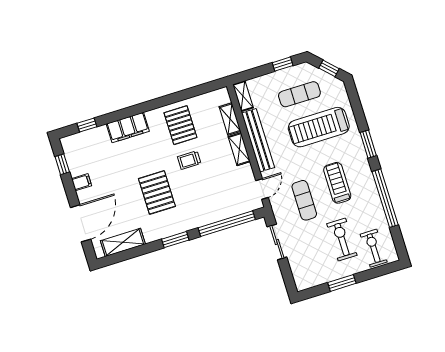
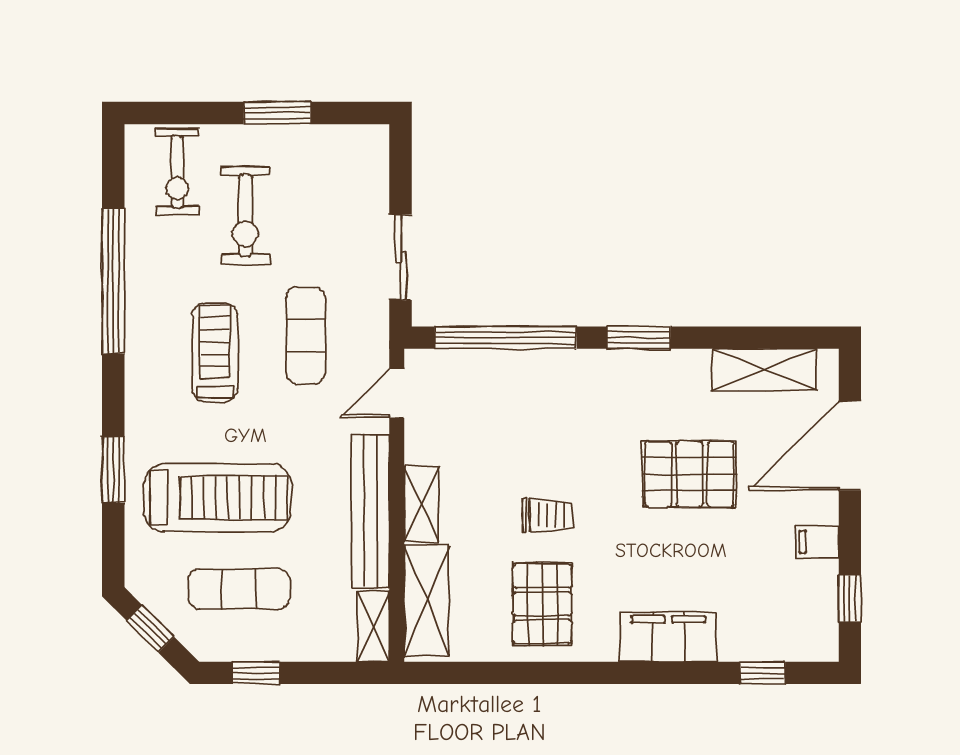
shelving: (230, 119) -> (427, 601), width x1.50, depth x1.33
window: (368, 144) -> (113, 470), moved
treadmill: (337, 183) -> (215, 352), turned 180
pallet: (157, 192) -> (689, 474), moved, turned 90

